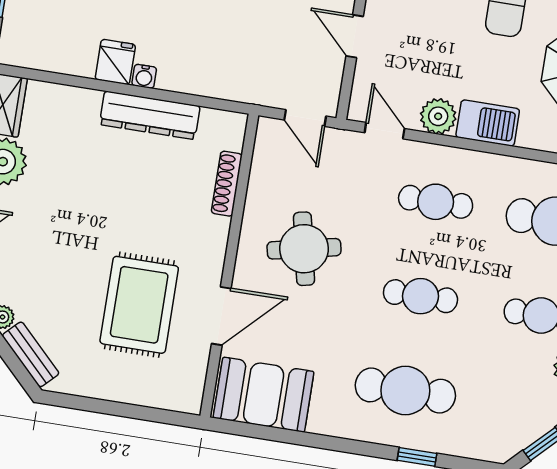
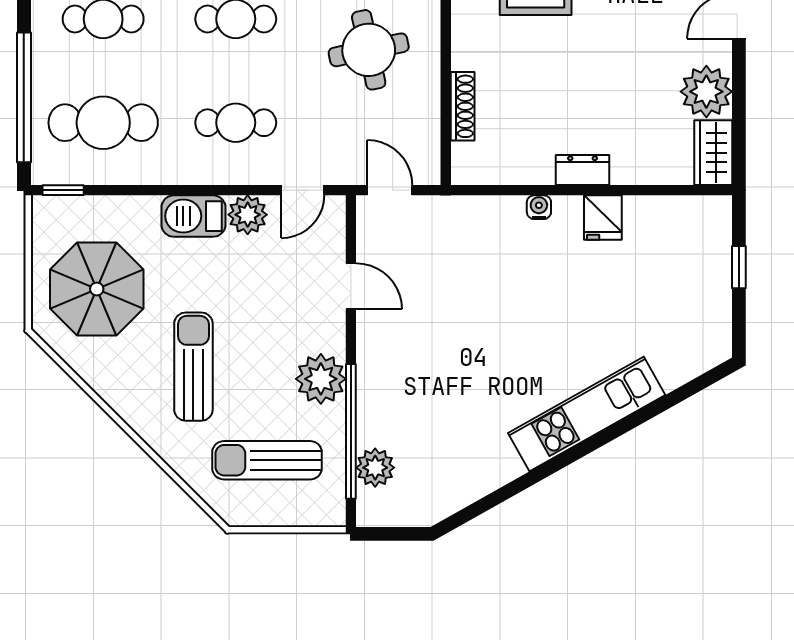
water cooler: (144, 76) -> (539, 207), moved
dresser: (150, 115) -> (583, 170), width x0.51, depth x0.80
door: (385, 131) -> (303, 190), hinge flipped

